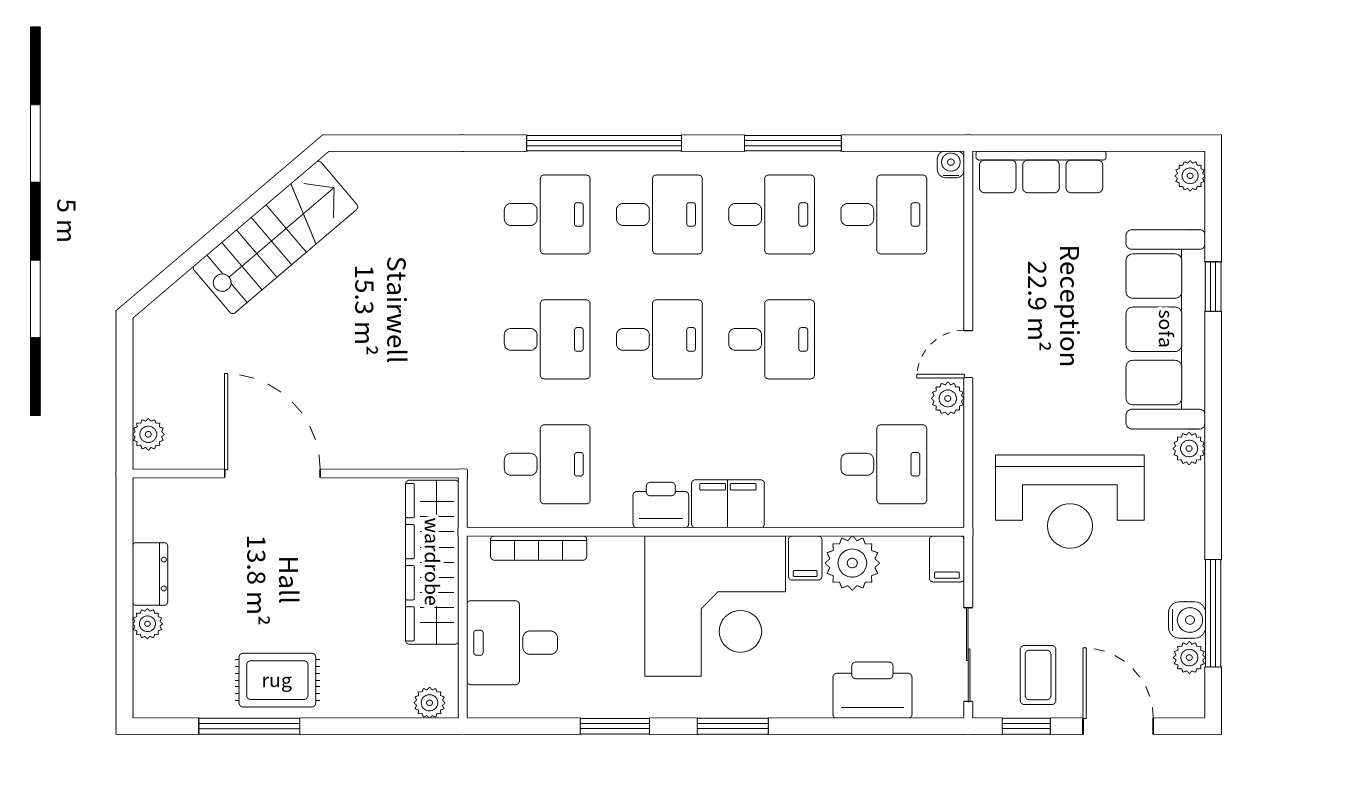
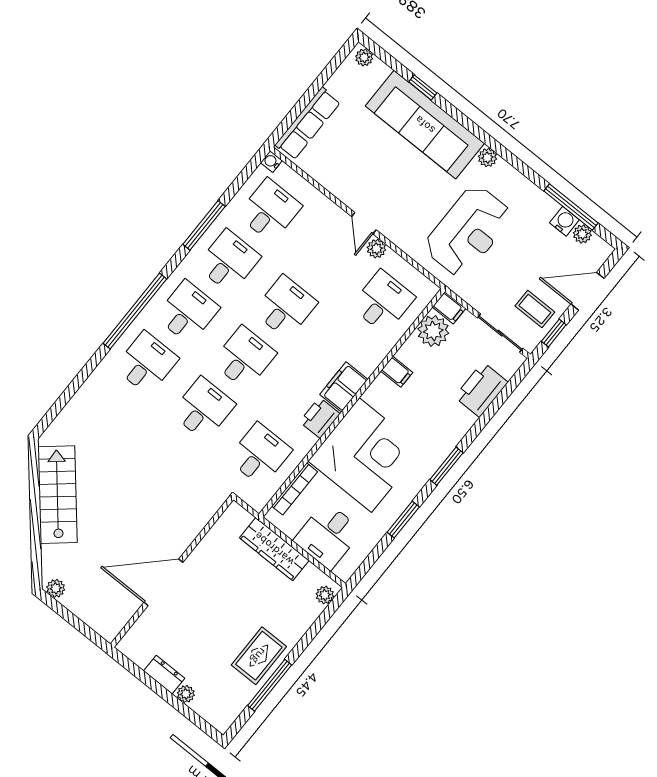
plant: (148, 434) -> (56, 588), moved
wardrobe: (432, 562) -> (274, 549), width x0.71, depth x0.85
plant: (852, 563) -> (433, 331), moved
corner desk: (715, 606) -> (365, 455), moved

